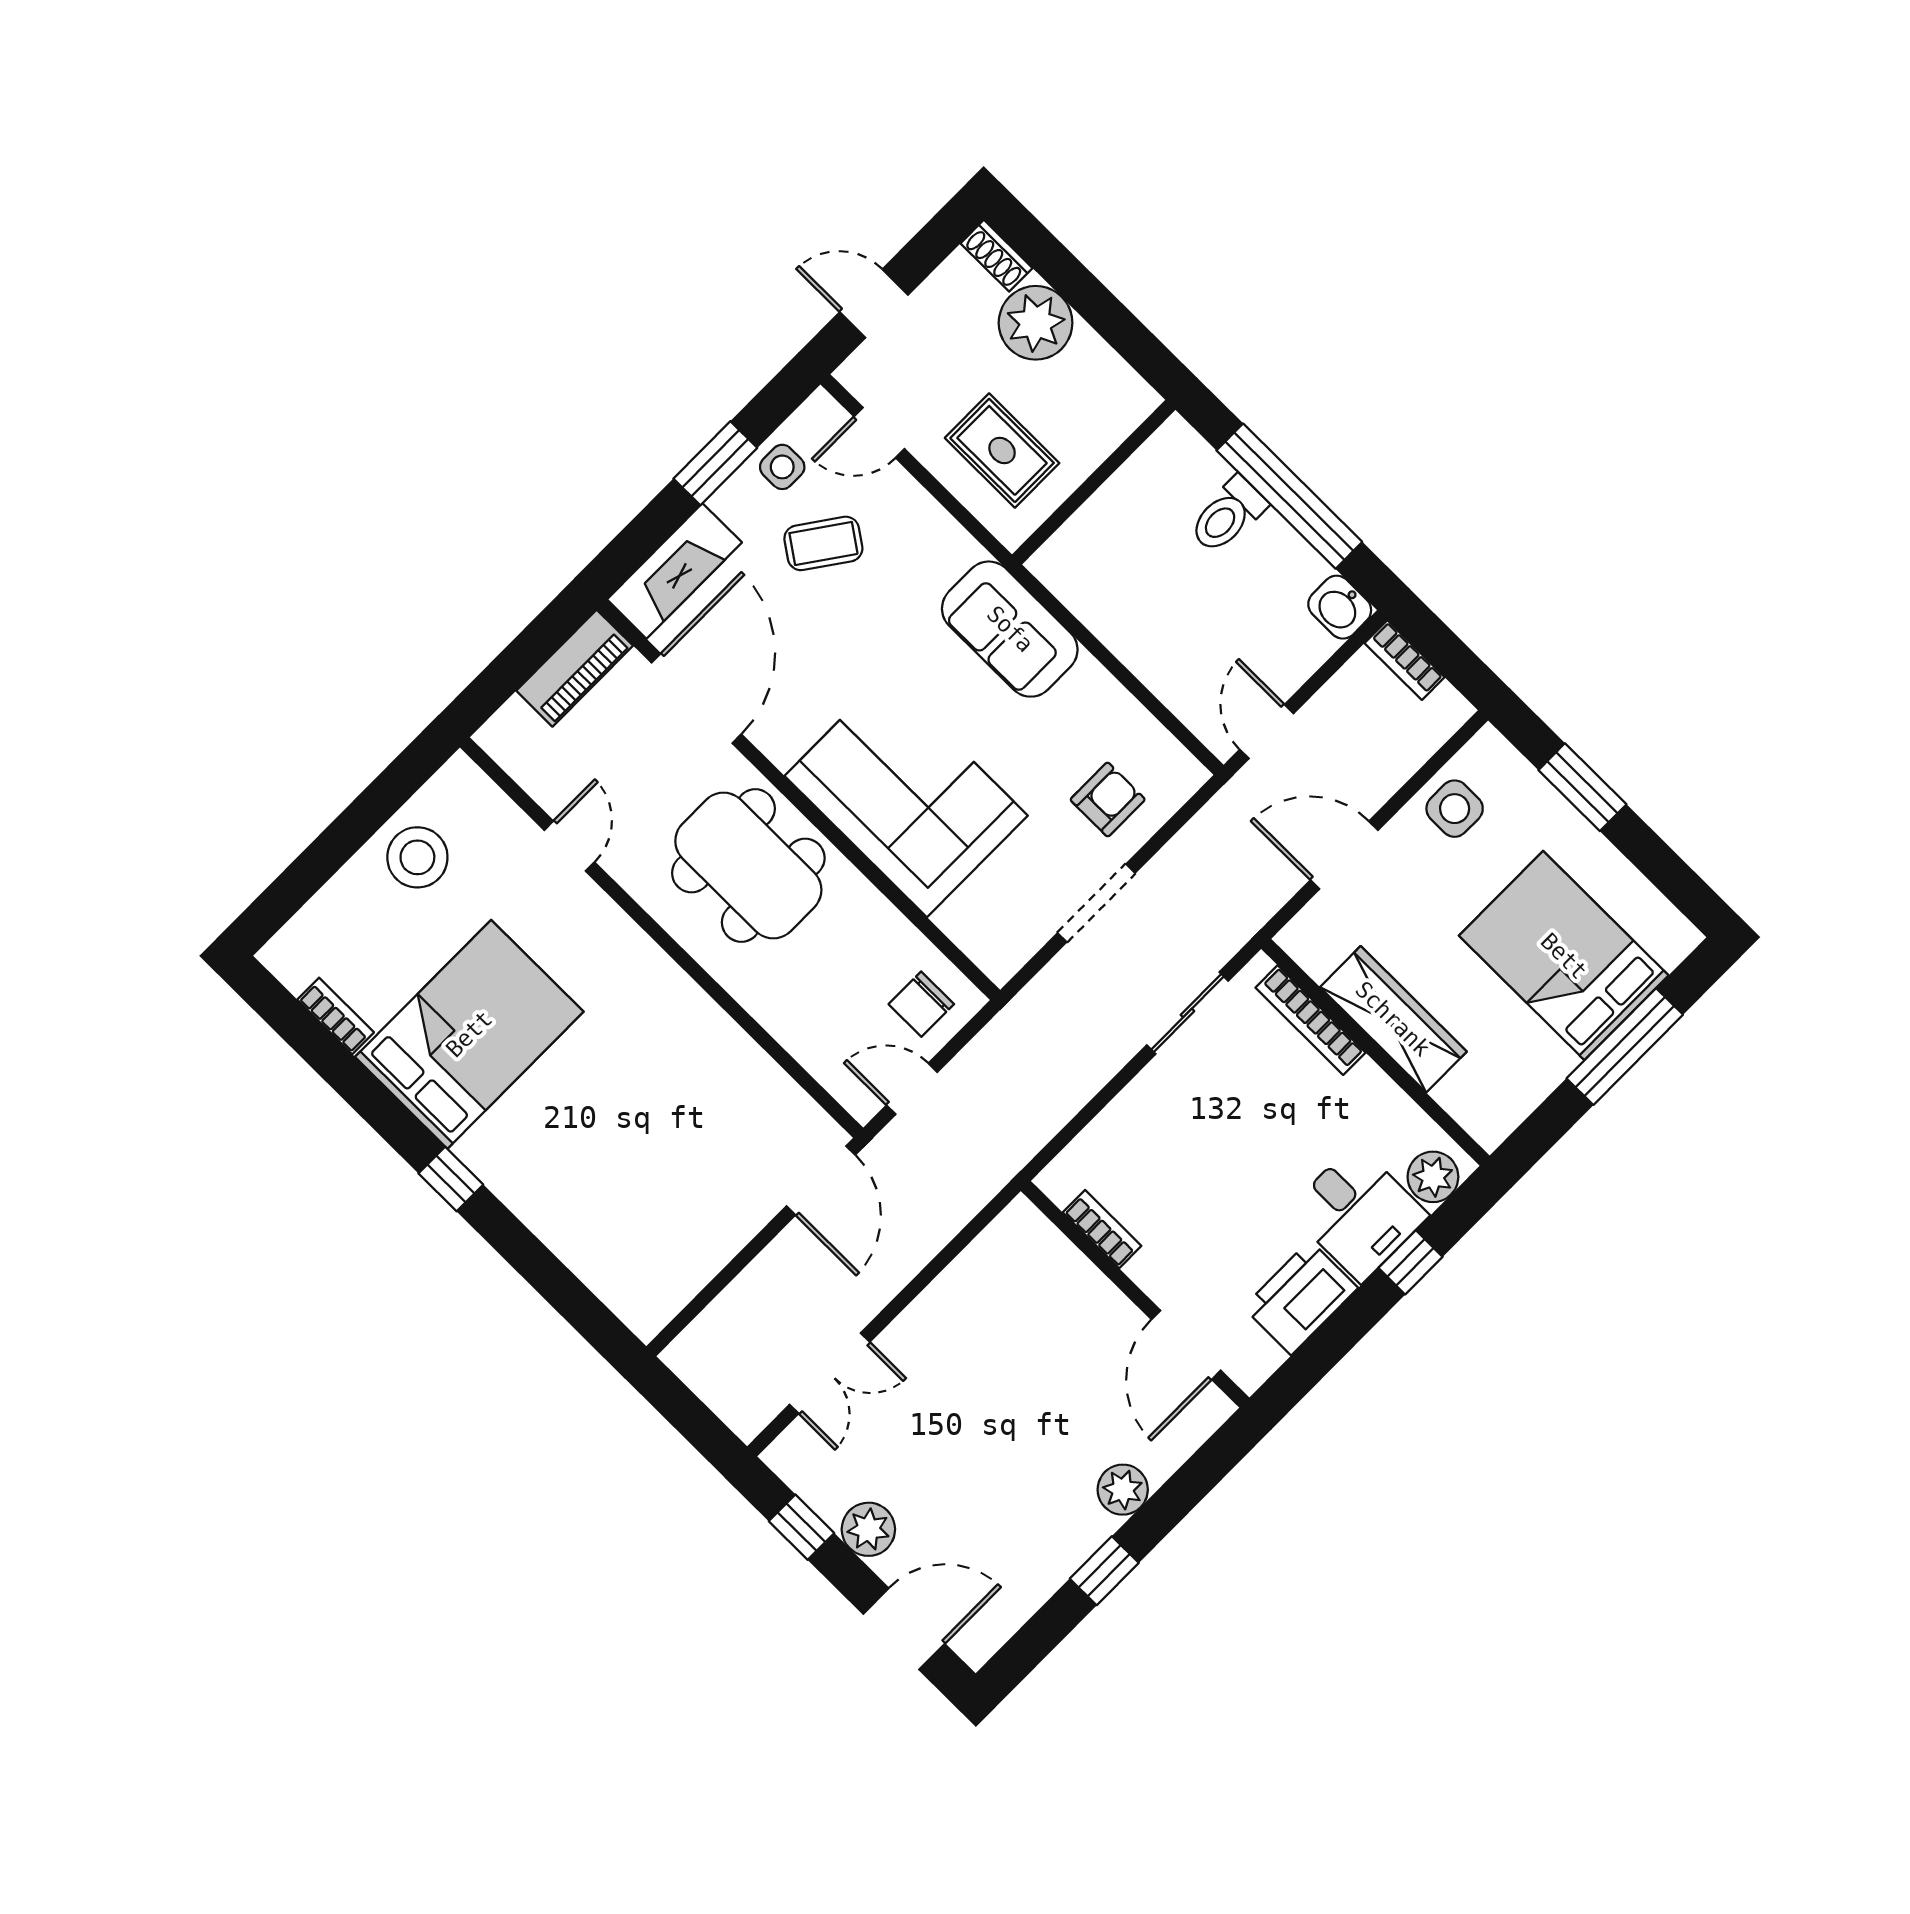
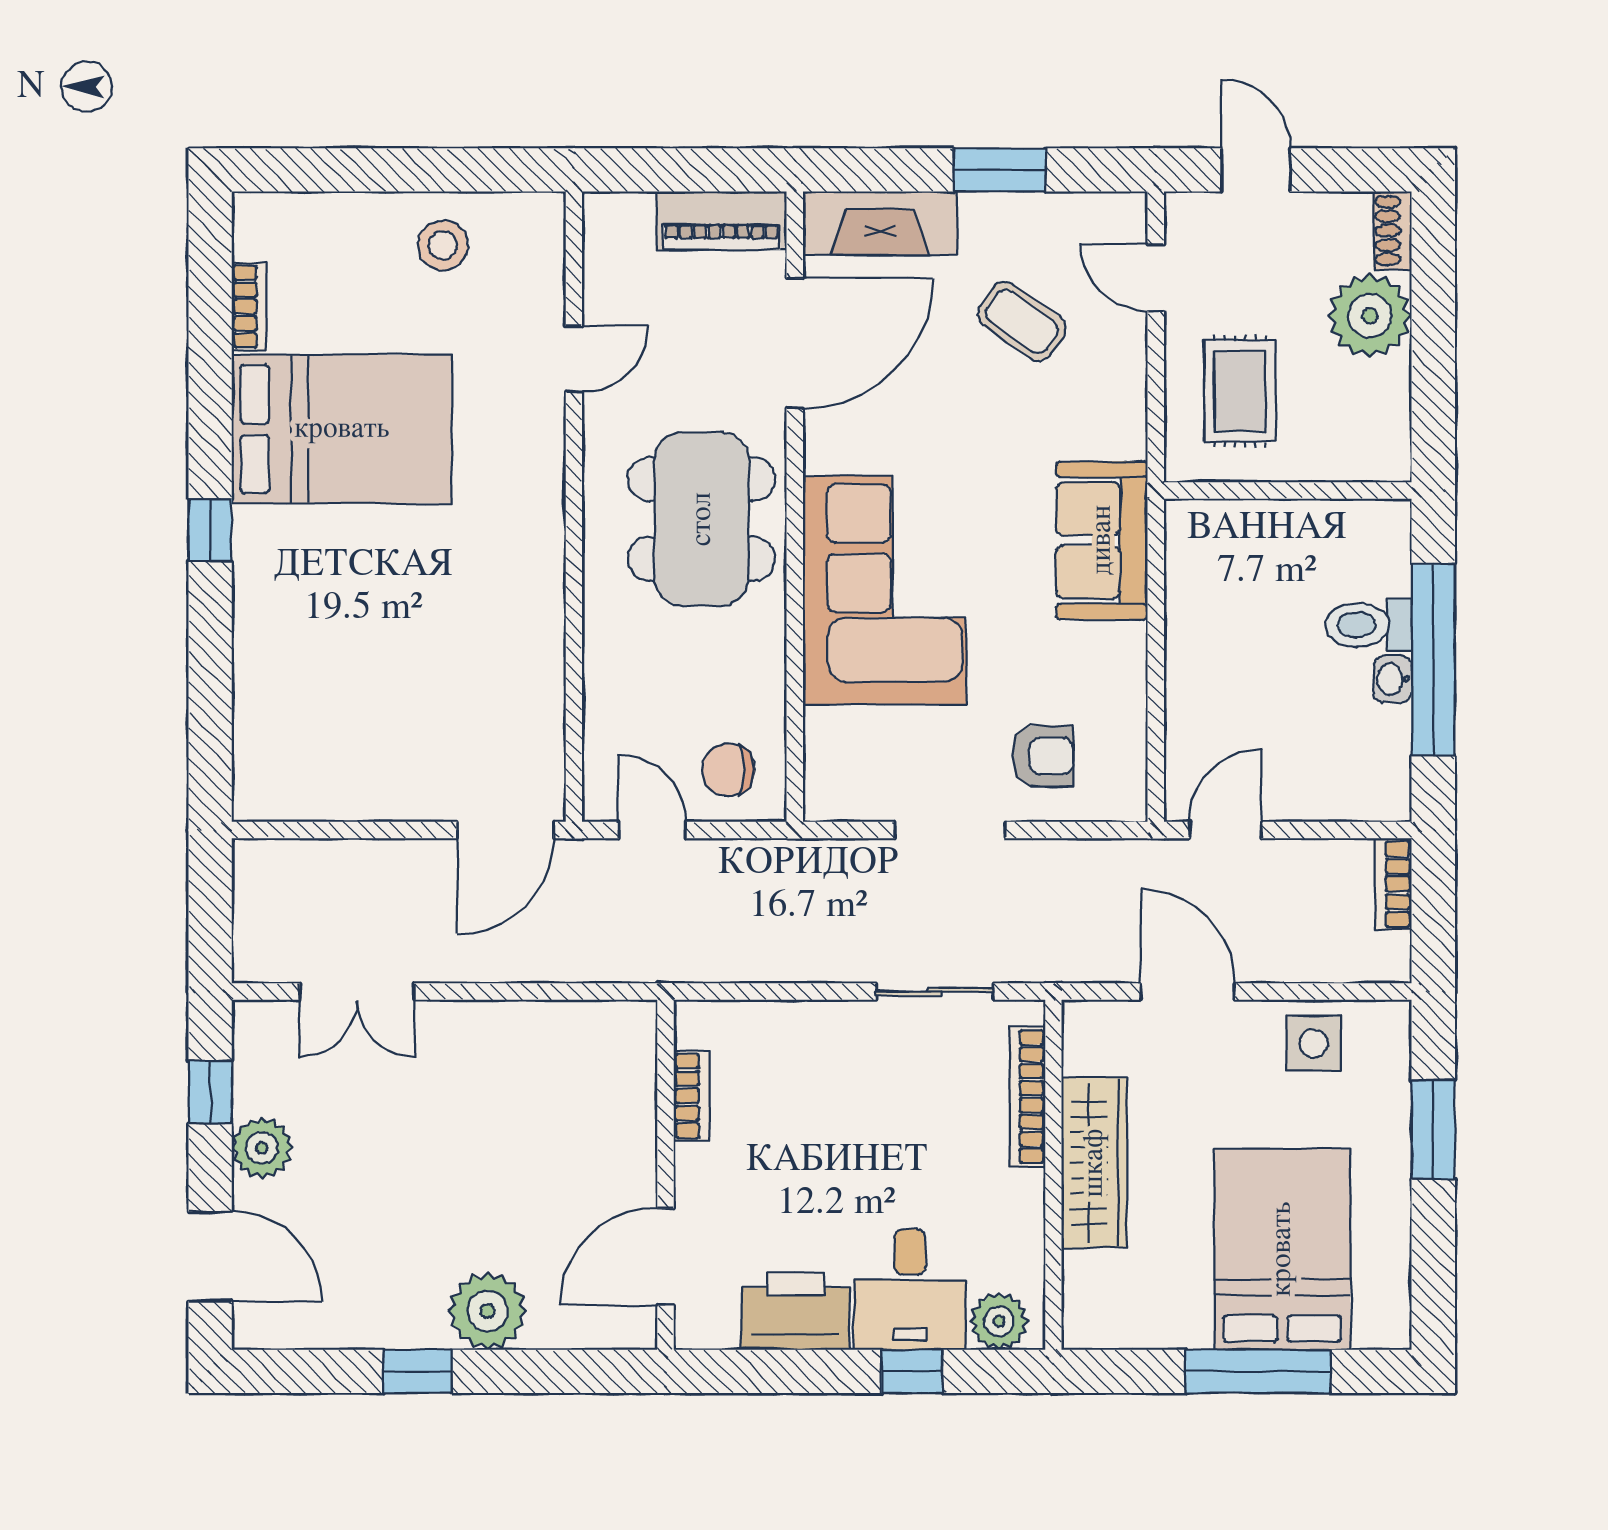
side table: (782, 467) -> (1050, 227), removed
washbasin: (1340, 607) -> (1393, 679), moved, width x0.72, depth x0.69
stool: (417, 857) -> (443, 245), width x0.73, depth x0.73
plant: (1123, 1490) -> (488, 1311), width x1.36, depth x1.36

